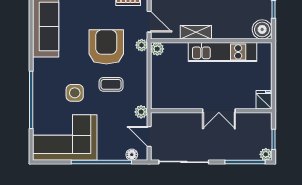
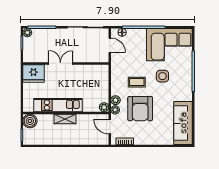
shelving: (196, 32) -> (65, 119), moved
fridge: (264, 100) -> (34, 73), width x1.88, depth x1.34
plant: (141, 112) -> (115, 100), moved

